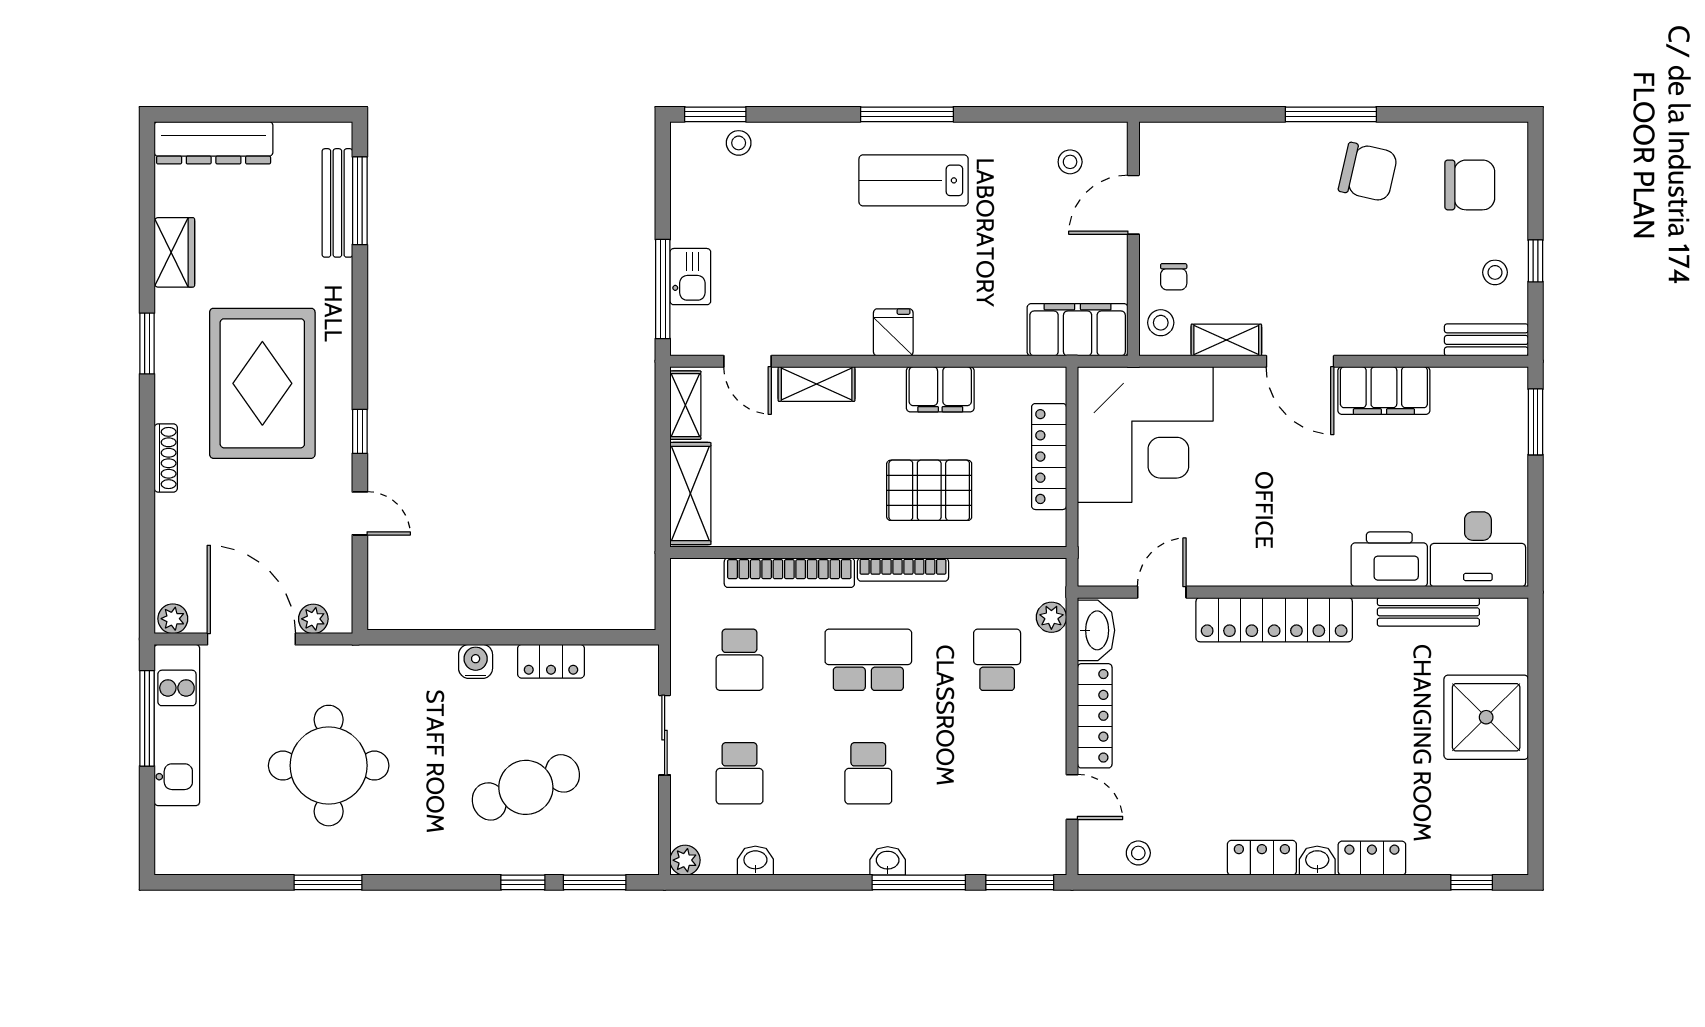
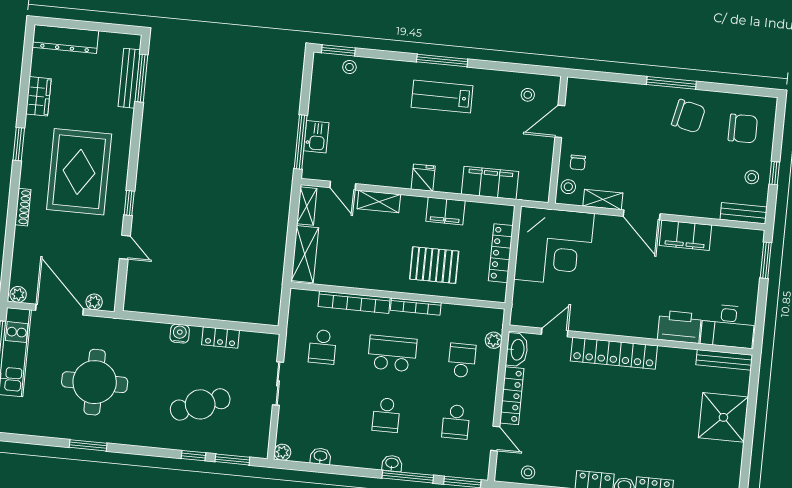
filing cabinet: (1078, 330) -> (490, 183), moved
bench: (1428, 612) -> (724, 360), moved
school desk: (740, 773) -> (456, 422), moved

